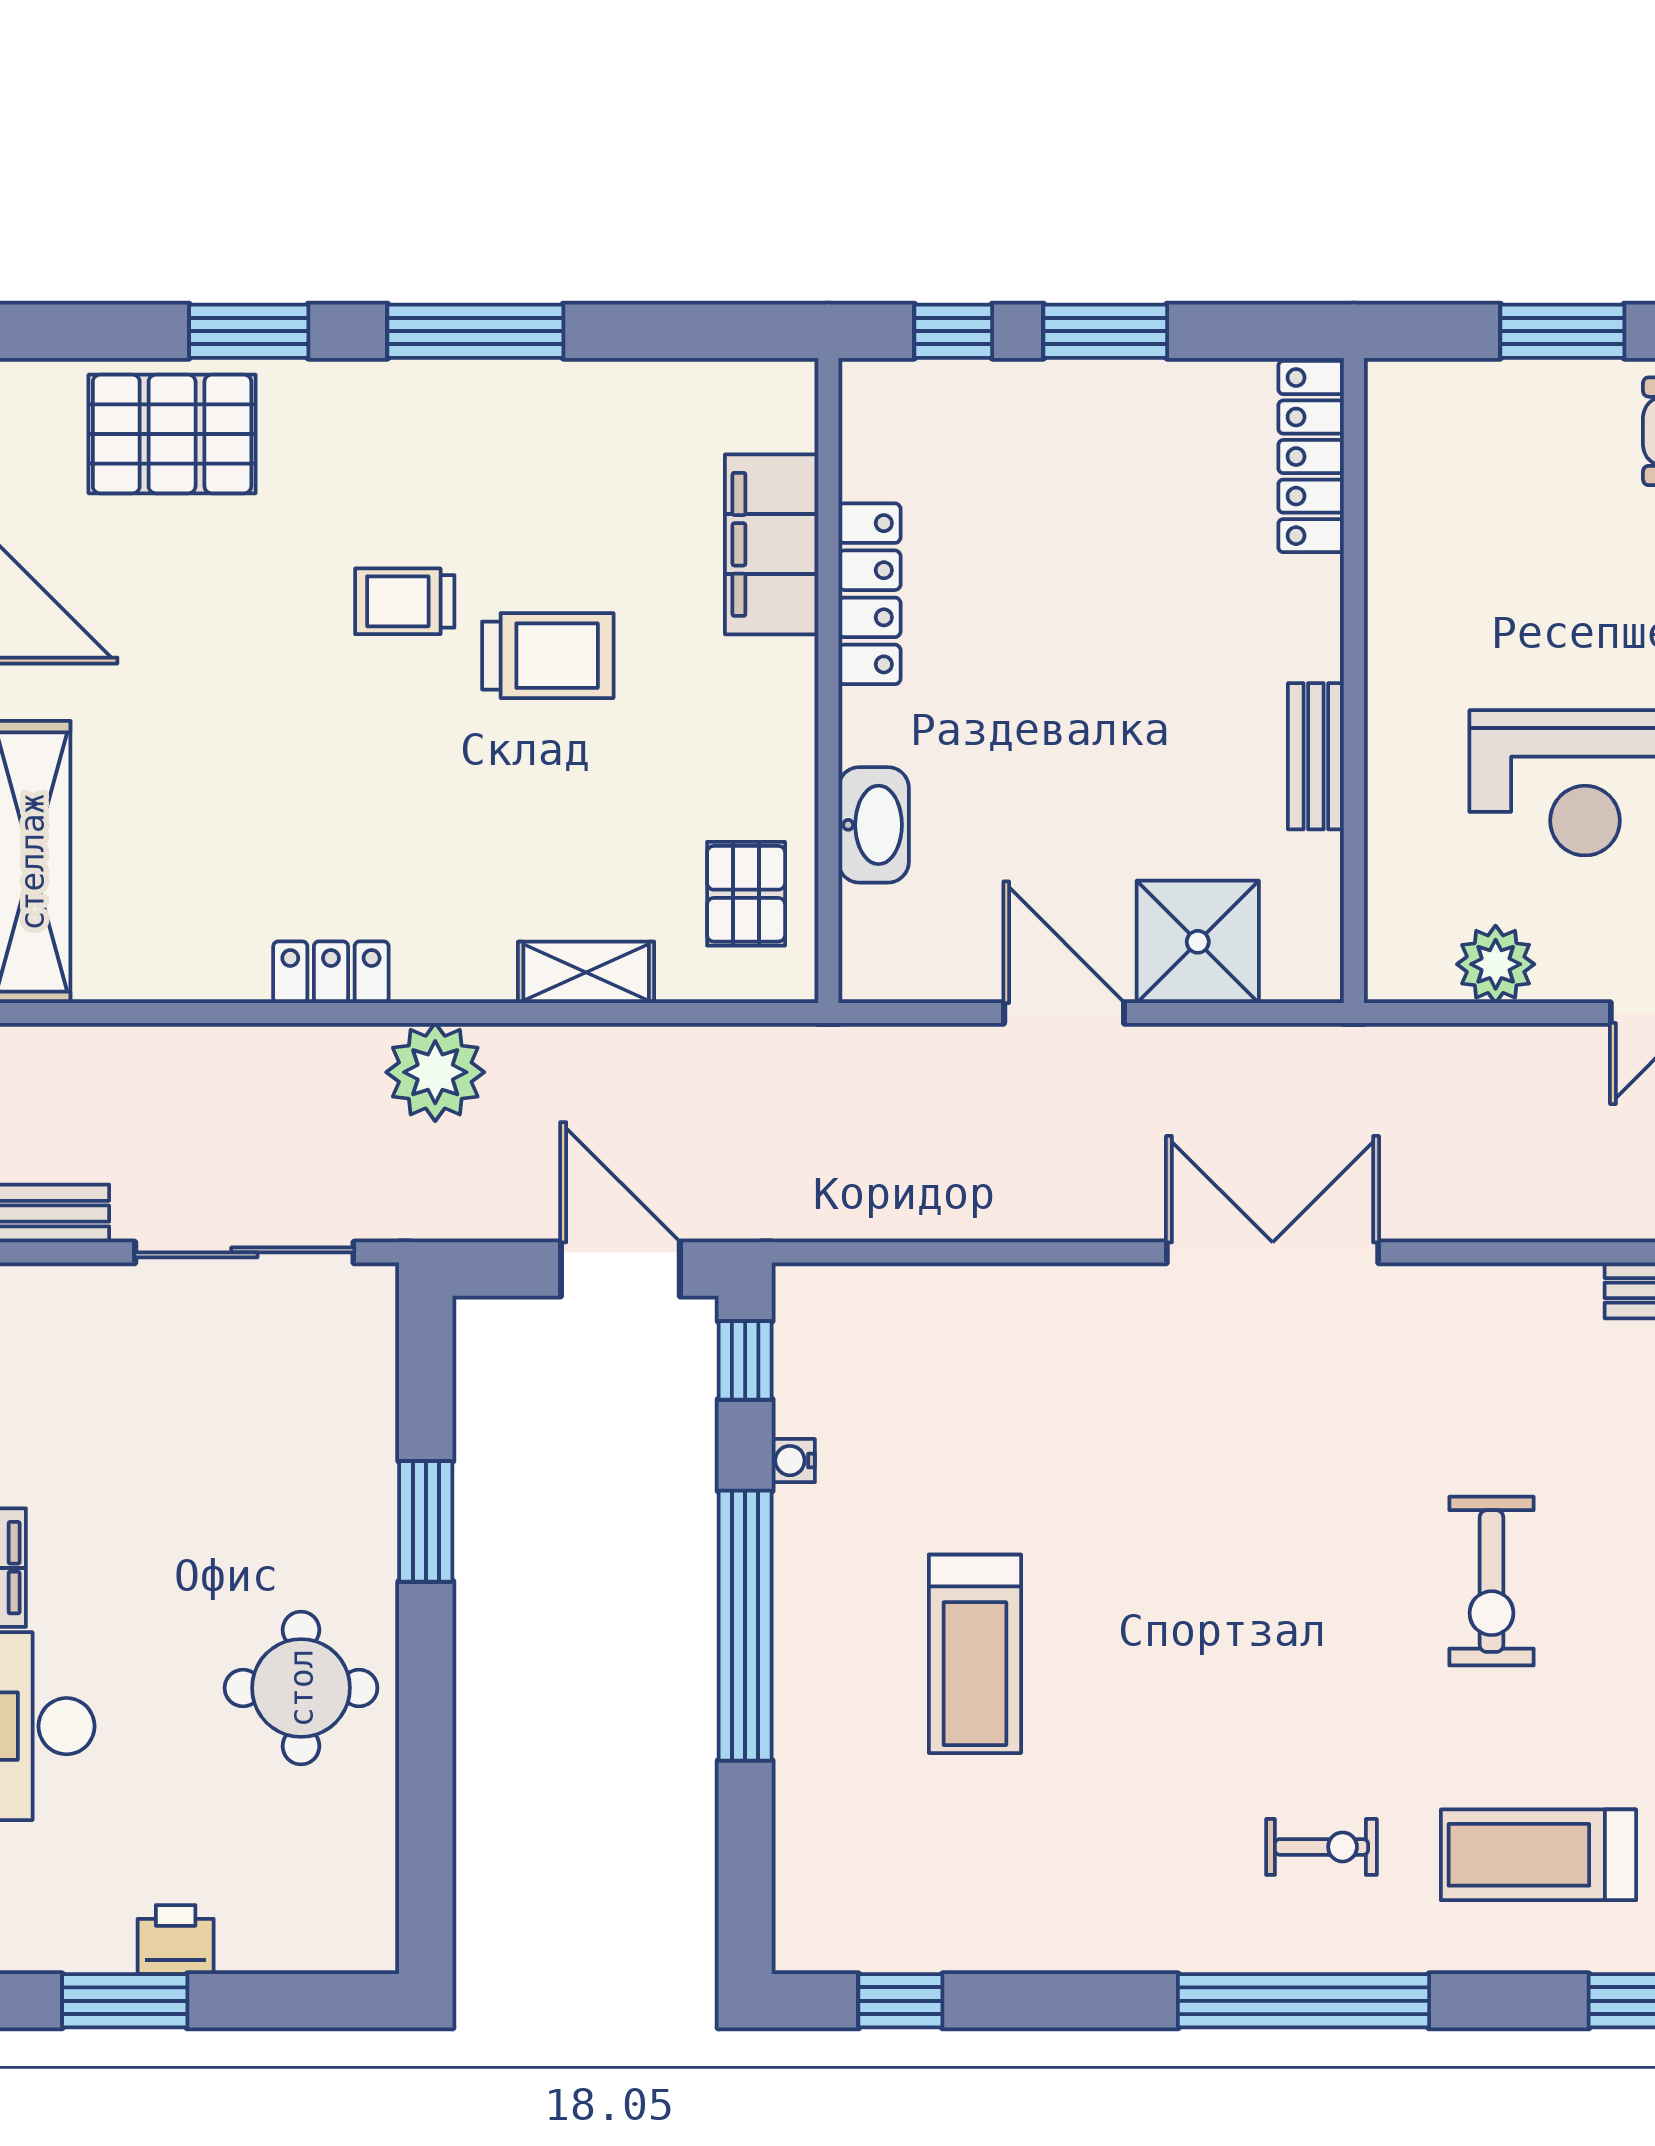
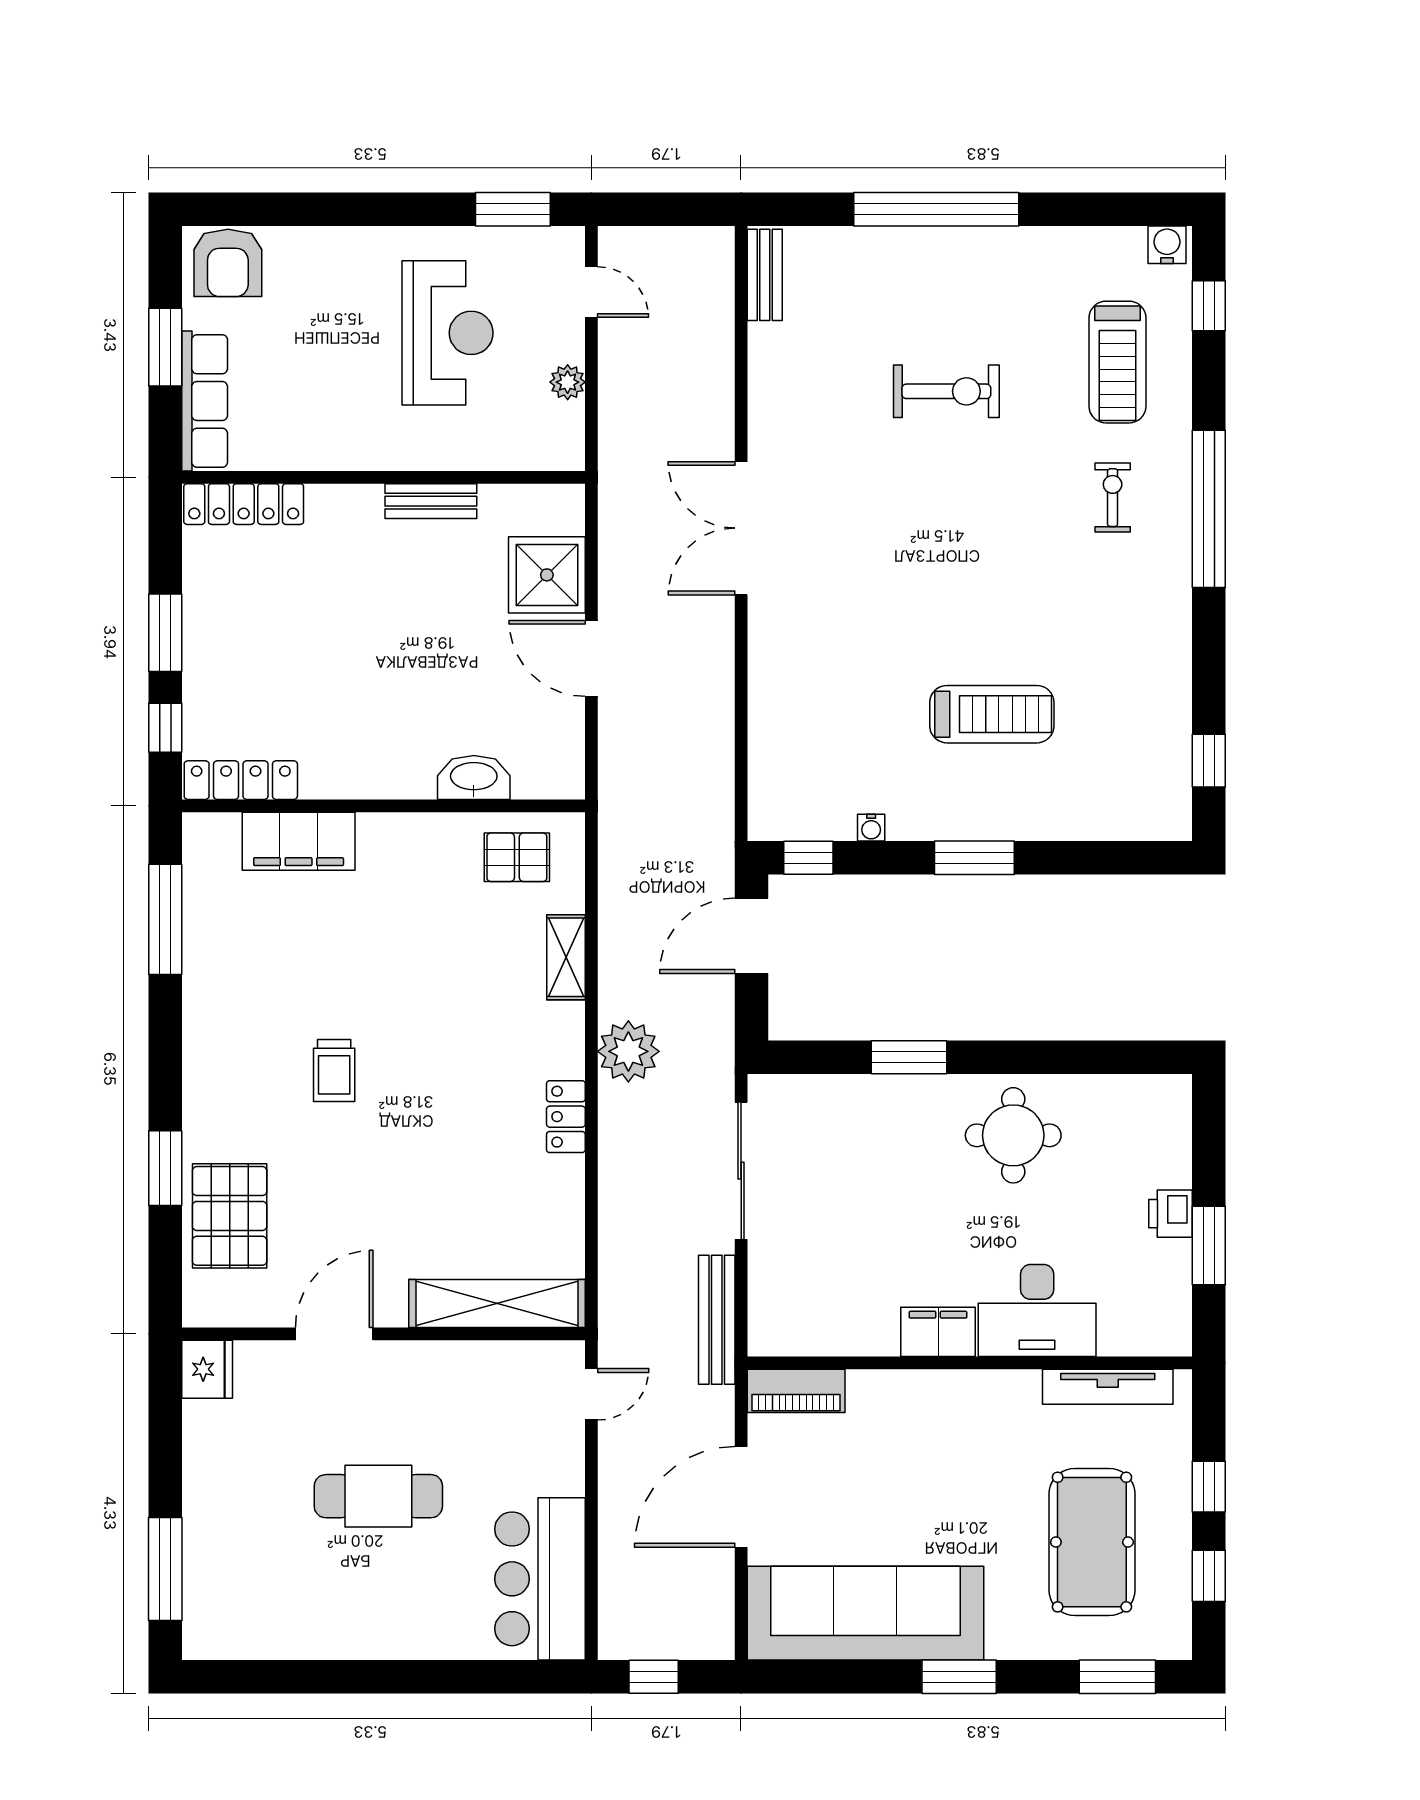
window: (475, 331) -> (165, 919), moved
row of seats: (1476, 394) -> (205, 401), added
locker: (869, 594) -> (241, 780), moved
trolley: (548, 656) -> (368, 981), removed
plant: (1496, 964) -> (568, 382), width x0.73, depth x0.73
door: (1064, 1013) -> (591, 658), hinge flipped
window: (745, 1626) -> (974, 858), width x0.47

